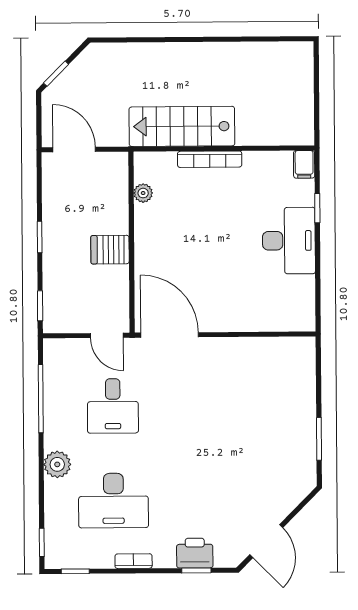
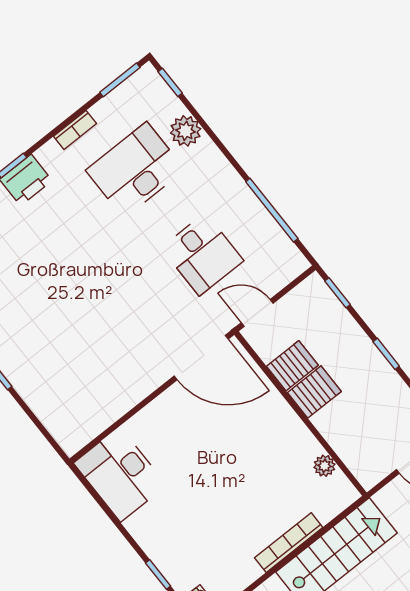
desk: (289, 241) -> (120, 474), moved
server rack: (111, 280) -> (292, 366), added
desk: (113, 406) -> (202, 254), turned 180
plant: (57, 464) -> (186, 131), moved
window: (75, 571) -> (120, 80), width x1.50

